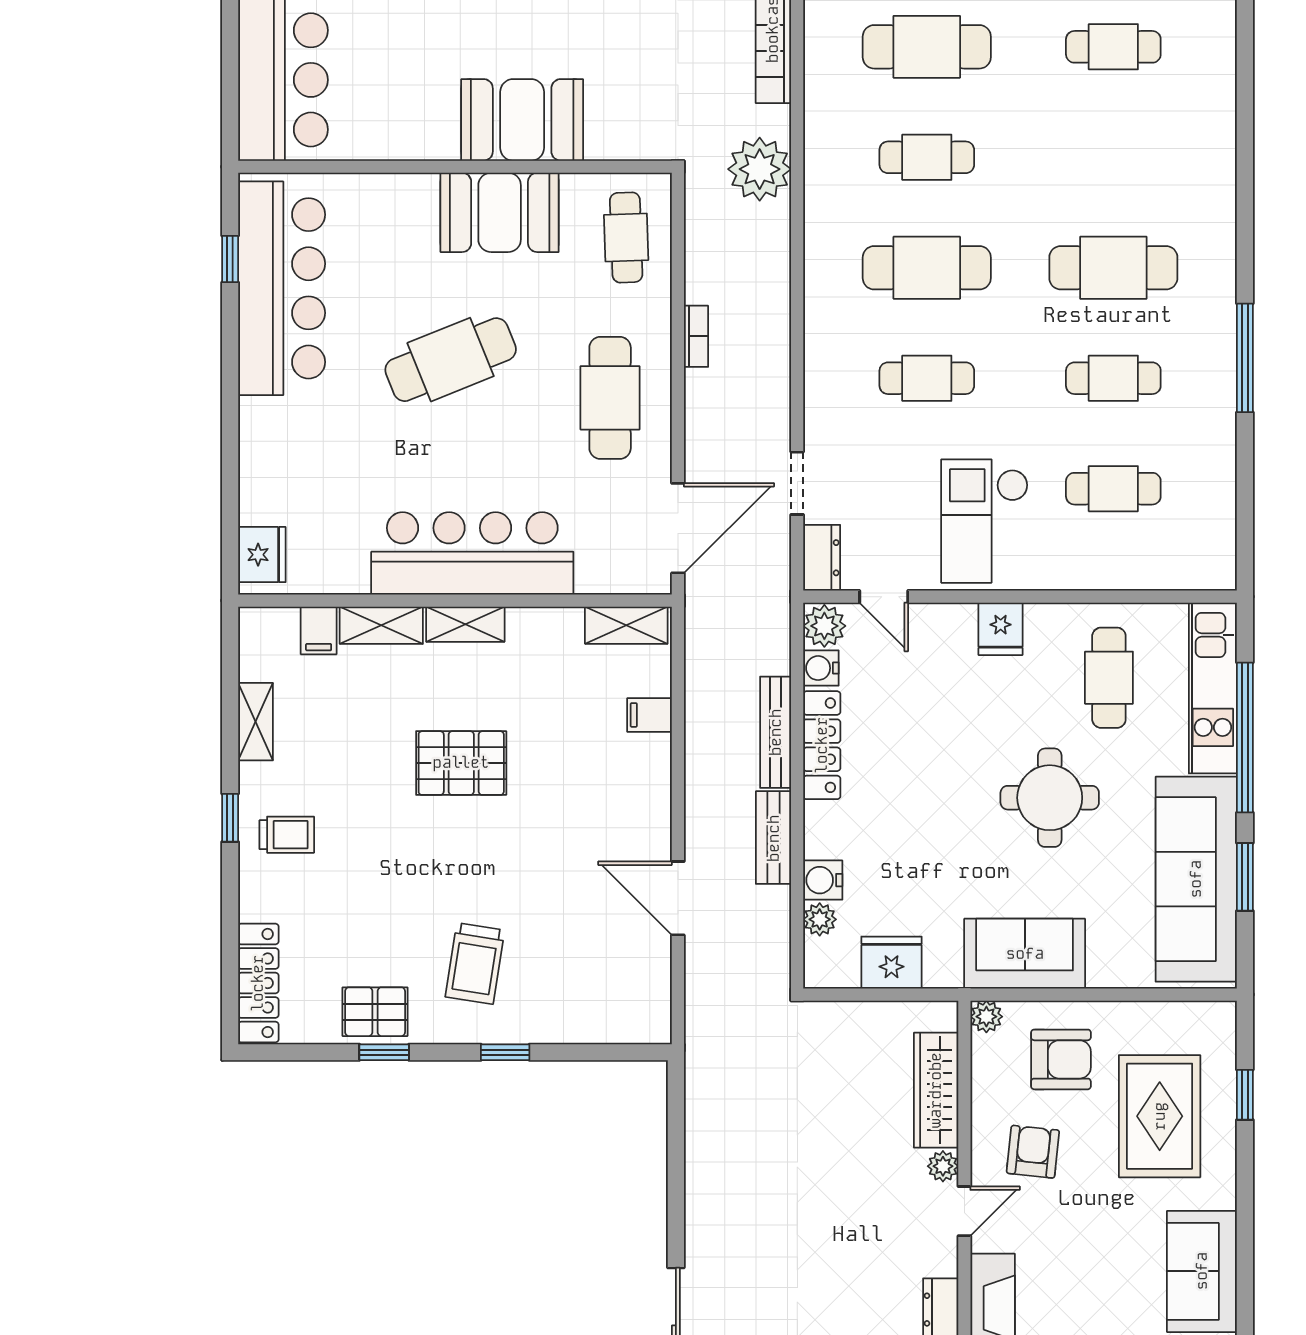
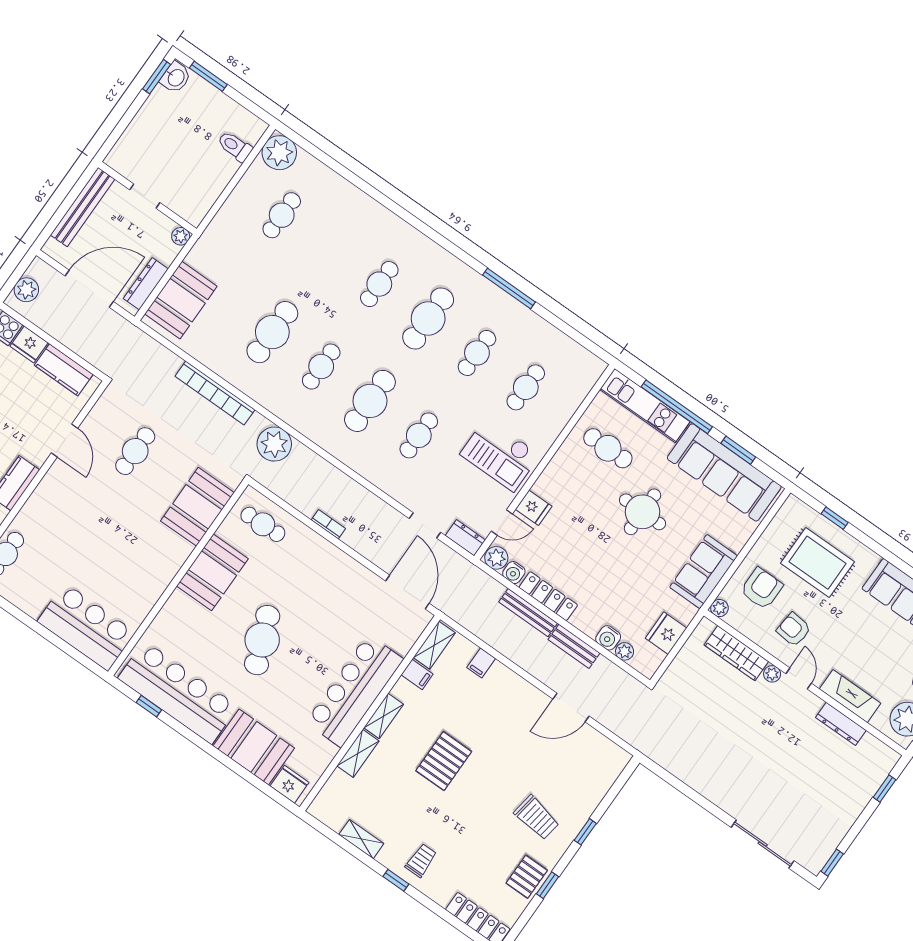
cafe table: (1113, 47) -> (379, 284), moved
booth: (522, 120) -> (197, 507), moved
cafe table: (610, 398) -> (329, 581), removed
booth: (280, 461) -> (254, 747), added
fridge: (1001, 629) -> (534, 508), moved
filing cabinet: (319, 630) -> (417, 674), moved

